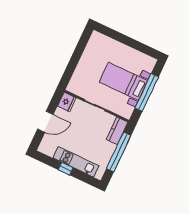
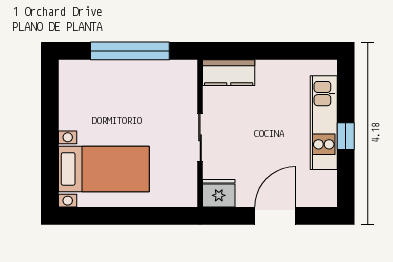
bed with nightstands: (123, 81) -> (104, 169), moved, turned -90
door: (45, 122) -> (275, 216), hinge flipped
window: (119, 152) -> (267, 51), removed

